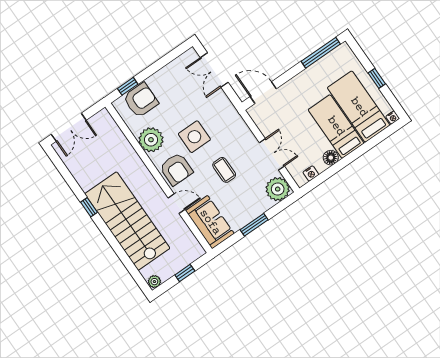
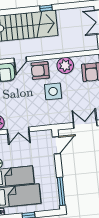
coffee table: (224, 170) -> (24, 98), removed

